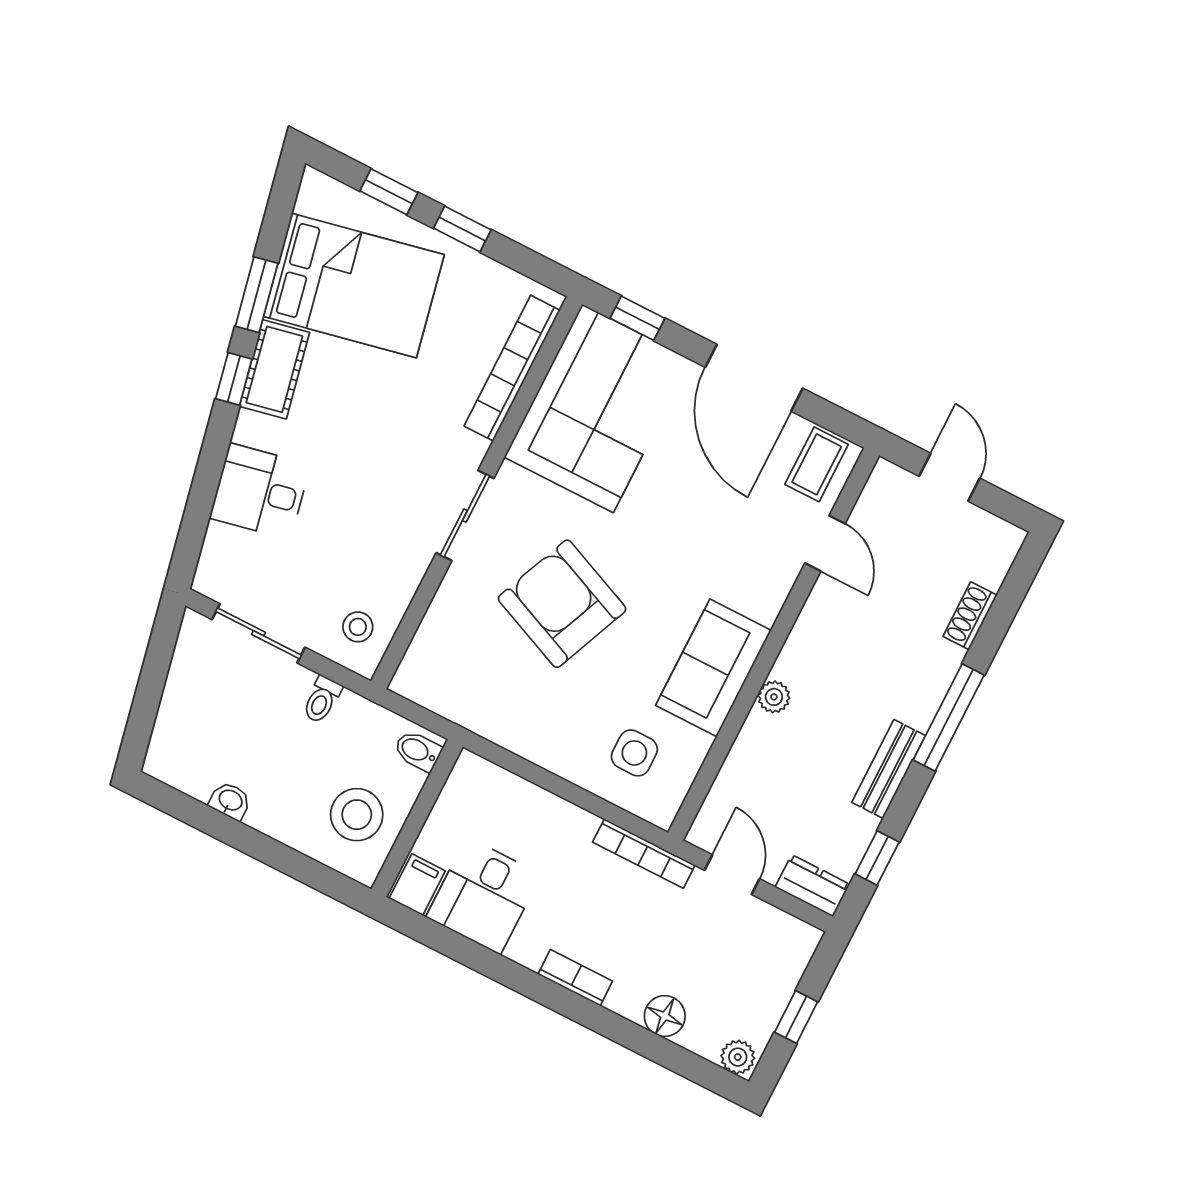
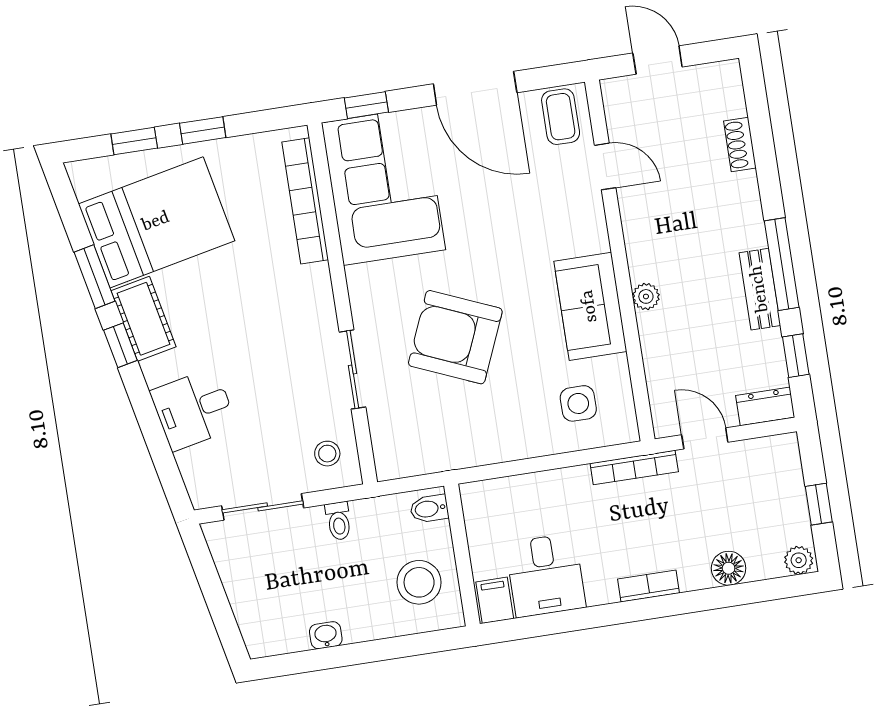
sliding door: (465, 516) -> (353, 369), moved
window: (949, 717) -> (782, 264), moved

